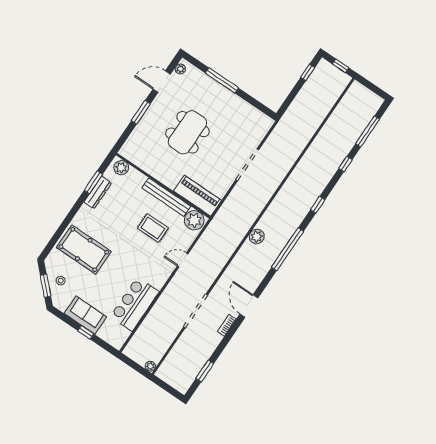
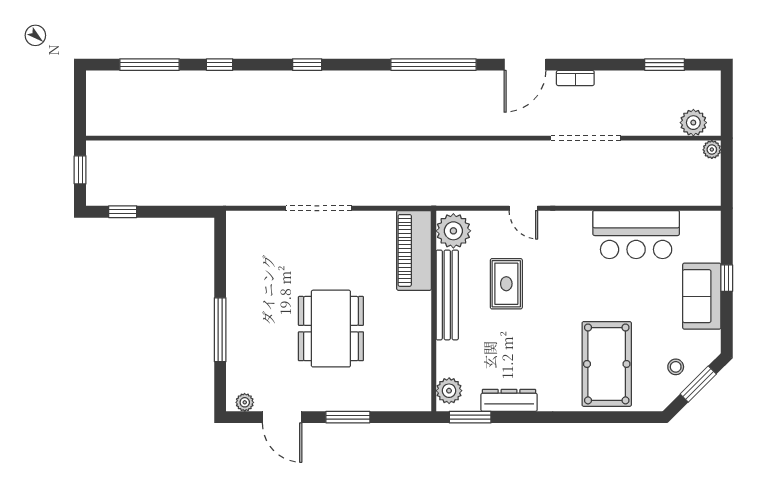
dining table: (187, 132) -> (331, 329), turned 90
window: (93, 182) -> (470, 417), moved
plant: (257, 237) -> (693, 123), moved
window: (287, 249) -> (434, 65), moved

